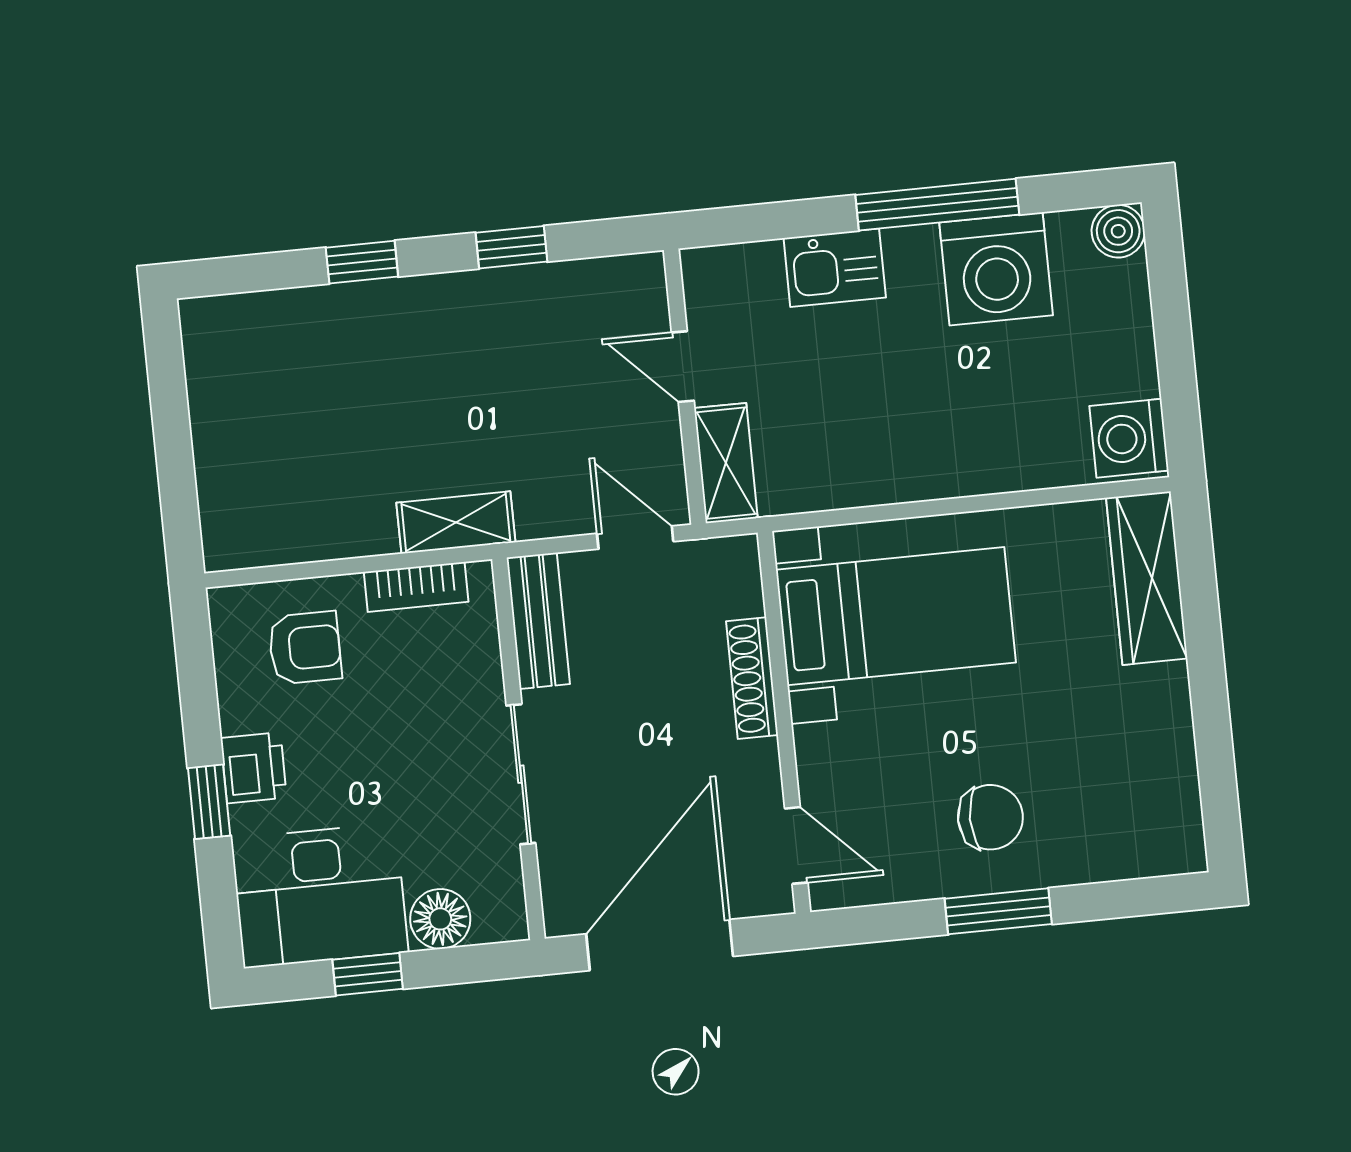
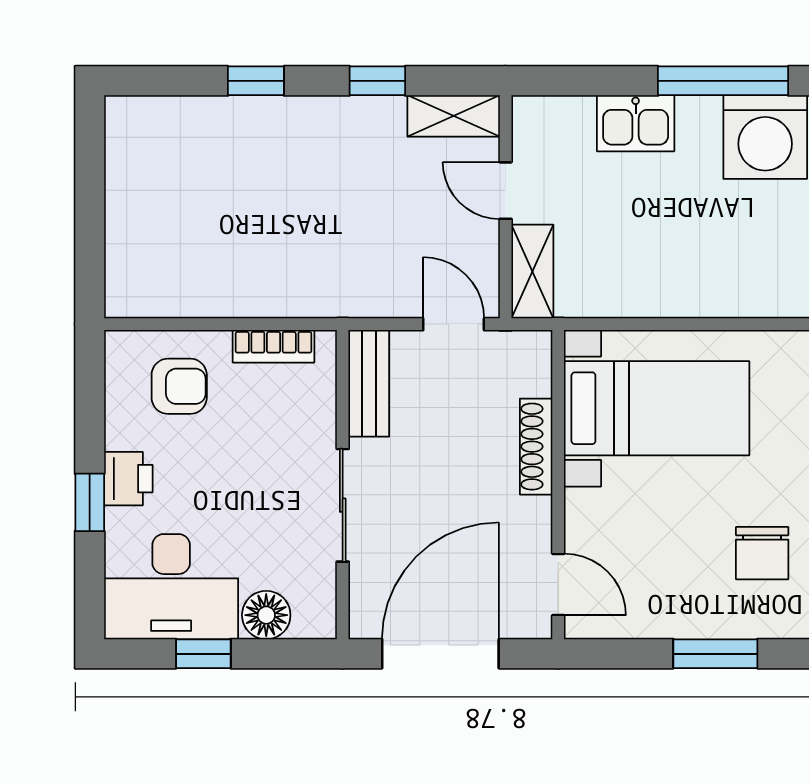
shelving: (456, 522) -> (454, 116), moved
chair: (990, 817) -> (762, 553), moved, turned 90

